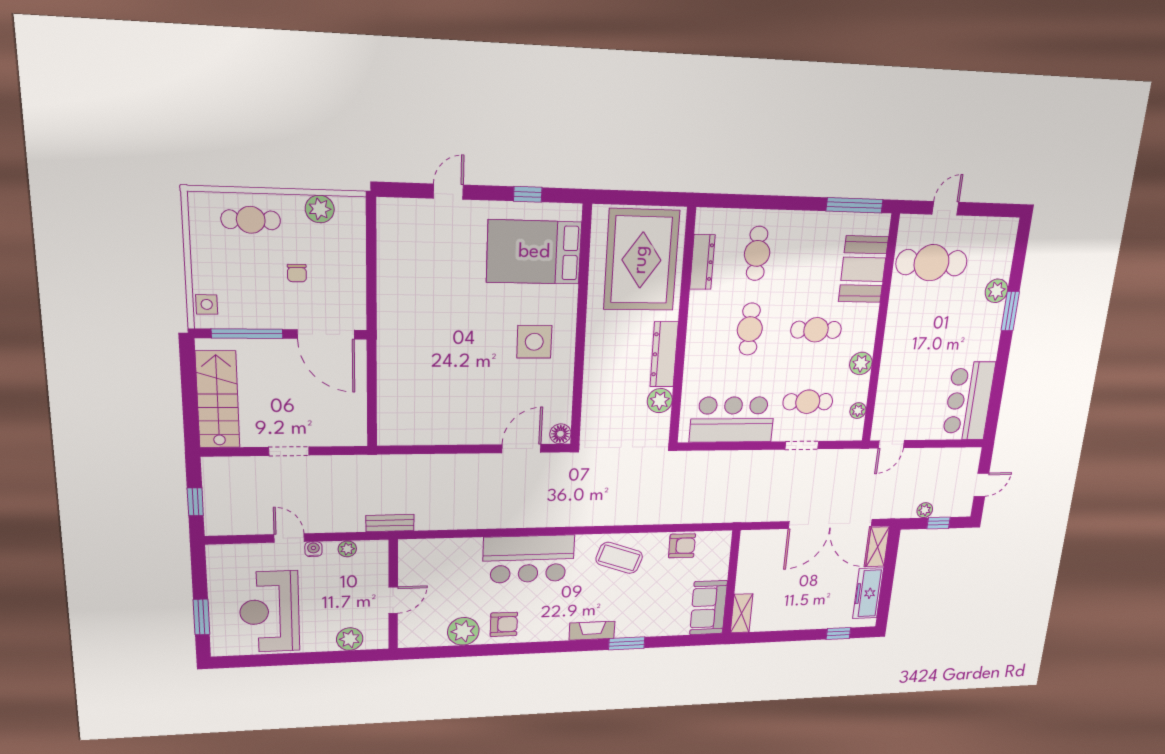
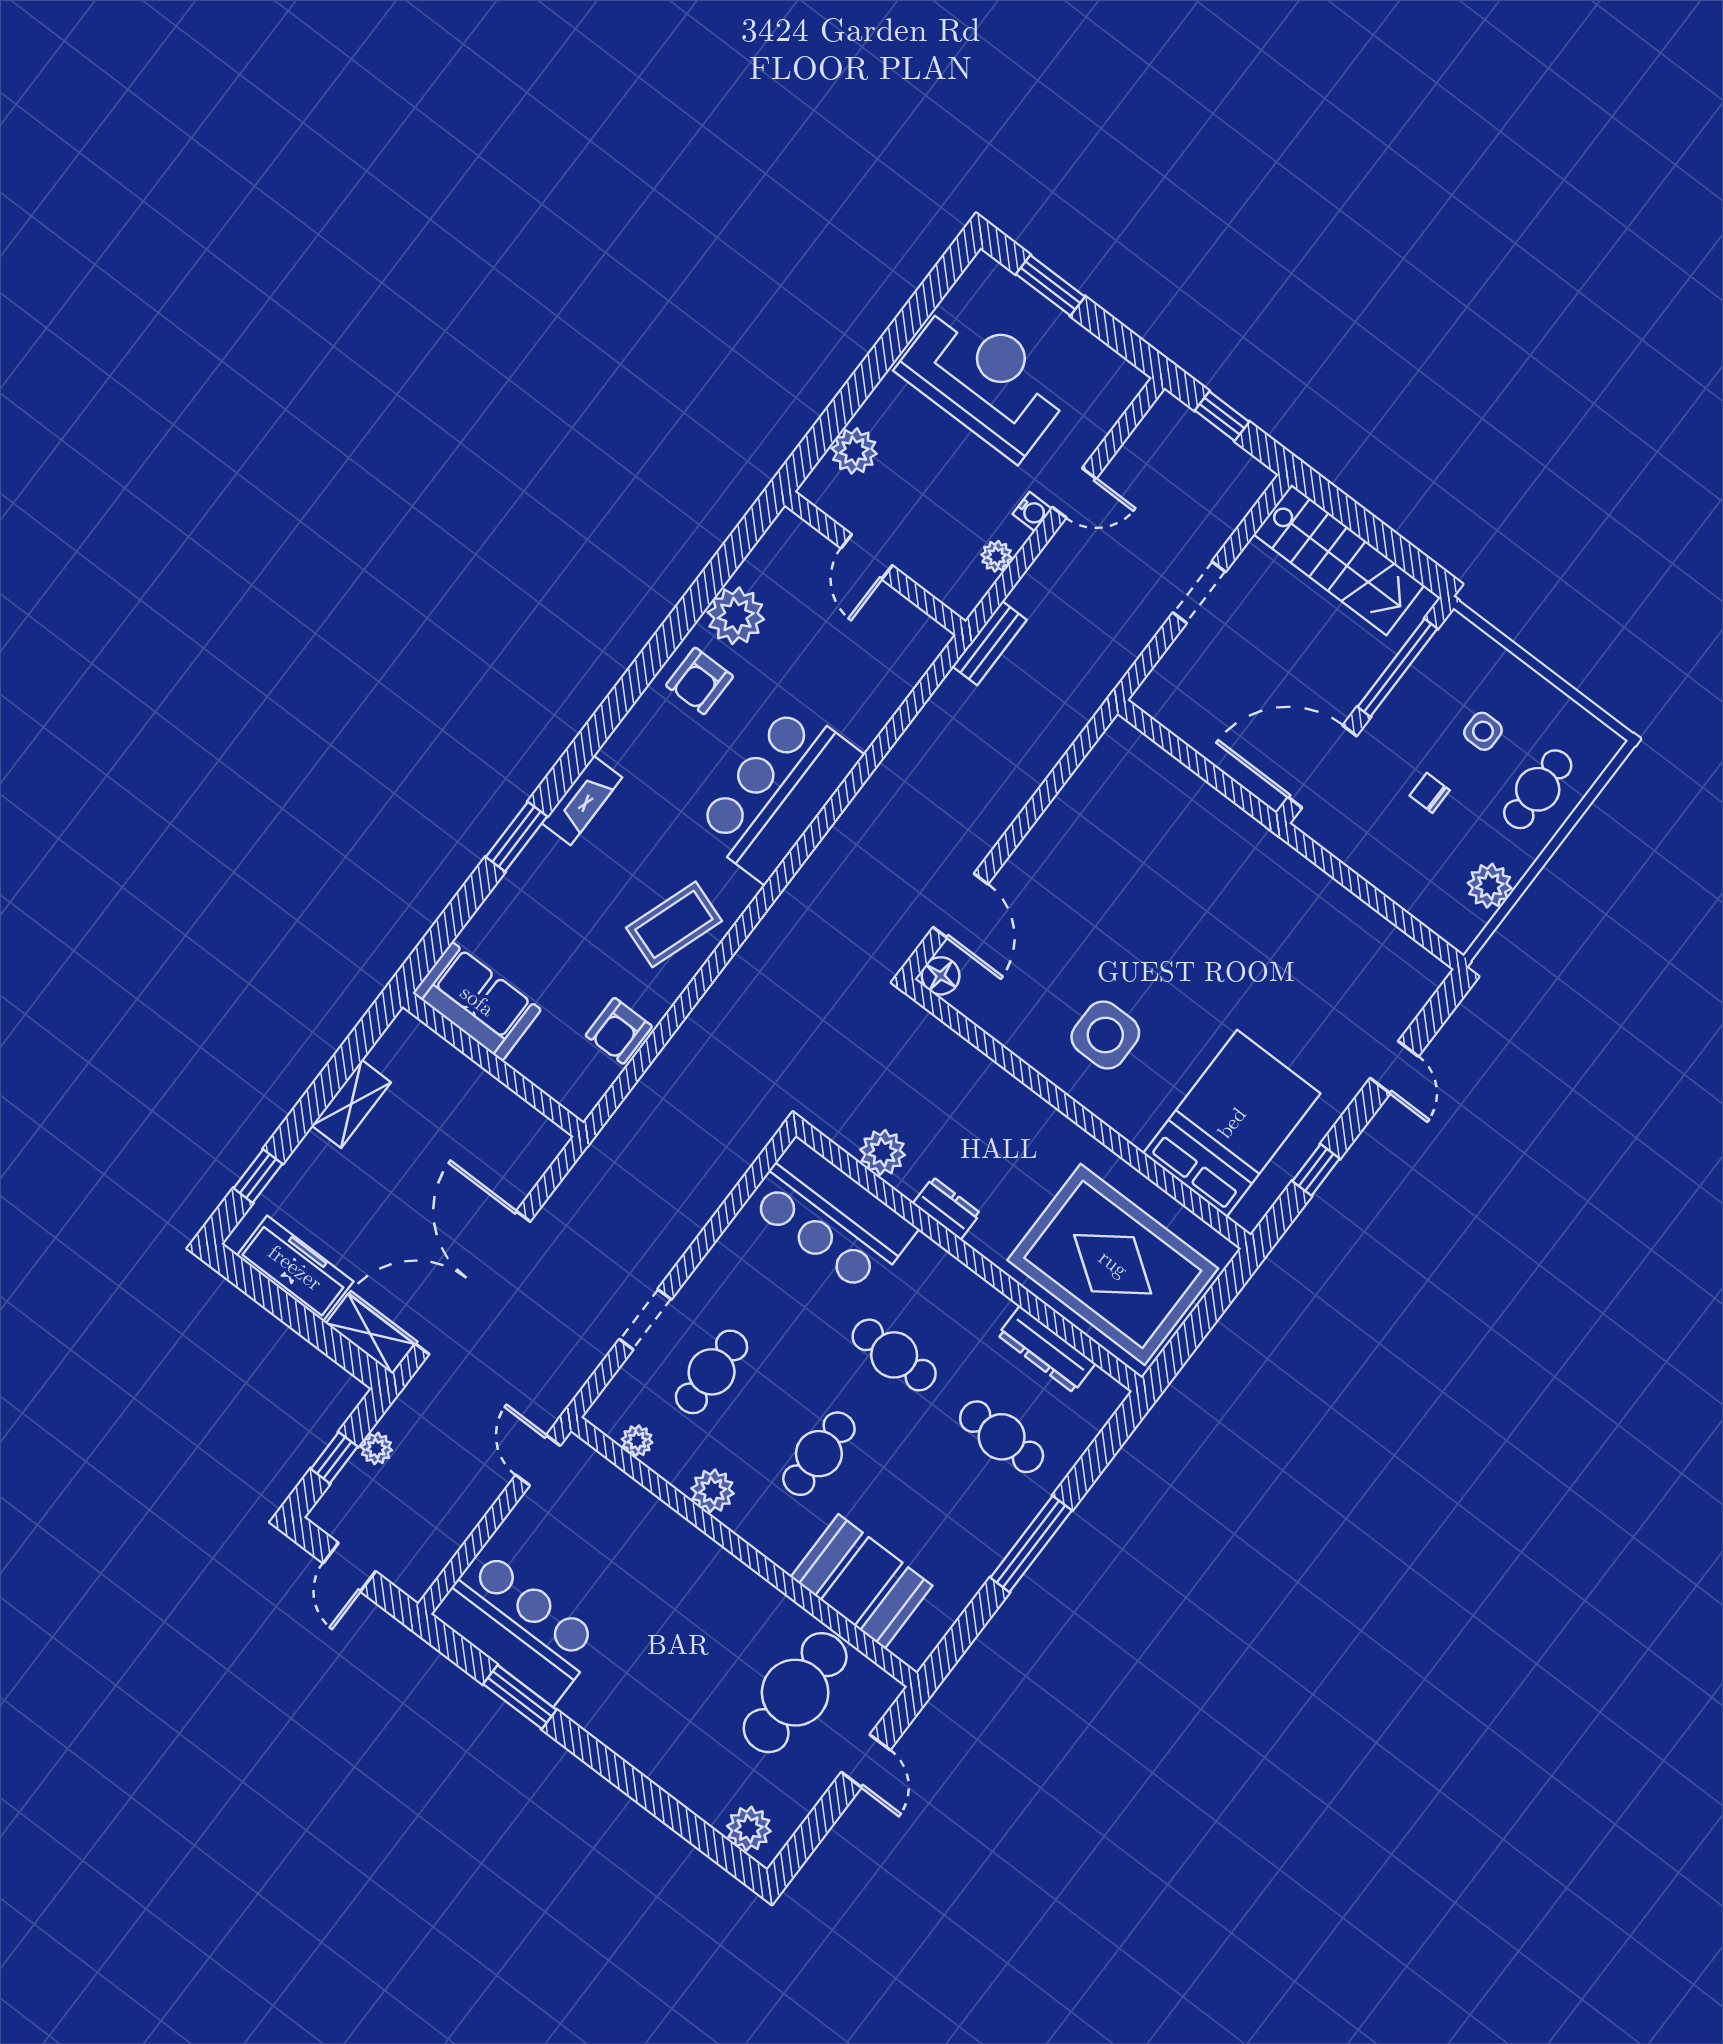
window: (855, 205) -> (1031, 1544), moved
plant: (997, 291) -> (749, 1829), moved
side table: (207, 304) -> (1483, 731), moved
window: (1010, 311) -> (520, 1697), moved
dresser: (664, 354) -> (947, 1208), width x0.51, depth x0.80
bar counter: (732, 420) -> (832, 1216), moved, turned 90
shelving: (742, 613) -> (351, 1104), moved, turned 90

